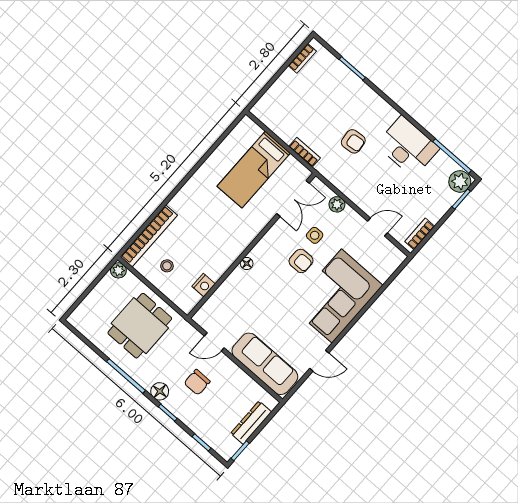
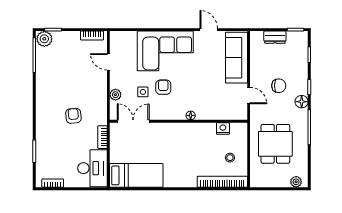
desk: (408, 146) -> (92, 168), moved, turned 180
bed: (254, 170) -> (136, 175), moved
plant: (118, 270) -> (296, 182), moved
dining table: (140, 326) -> (275, 144), turned 90
dresser: (251, 423) -> (275, 37), width x0.70

